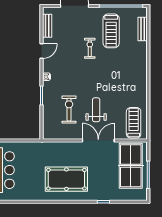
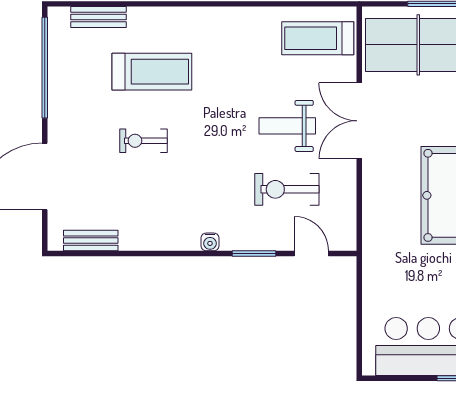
treadmill: (111, 31) -> (152, 72), moved
door: (42, 51) -> (311, 254), moved

